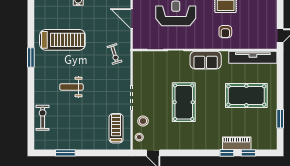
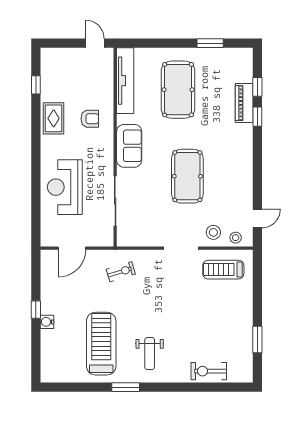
weight bench: (71, 87) -> (150, 354), moved
pool table: (184, 102) -> (187, 176), turned 90

